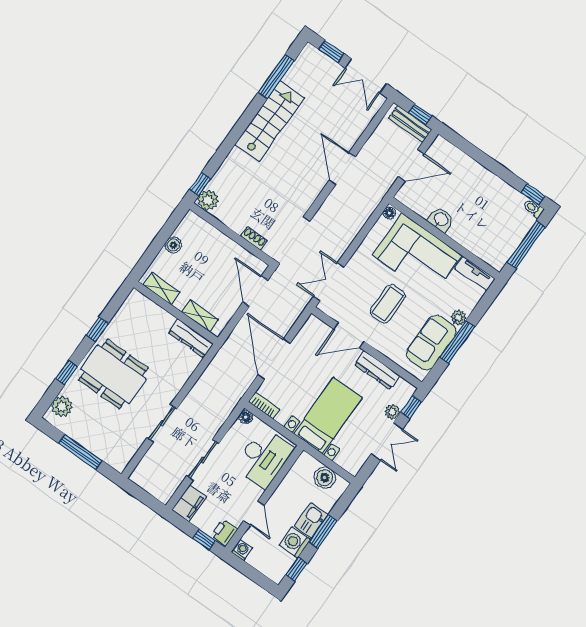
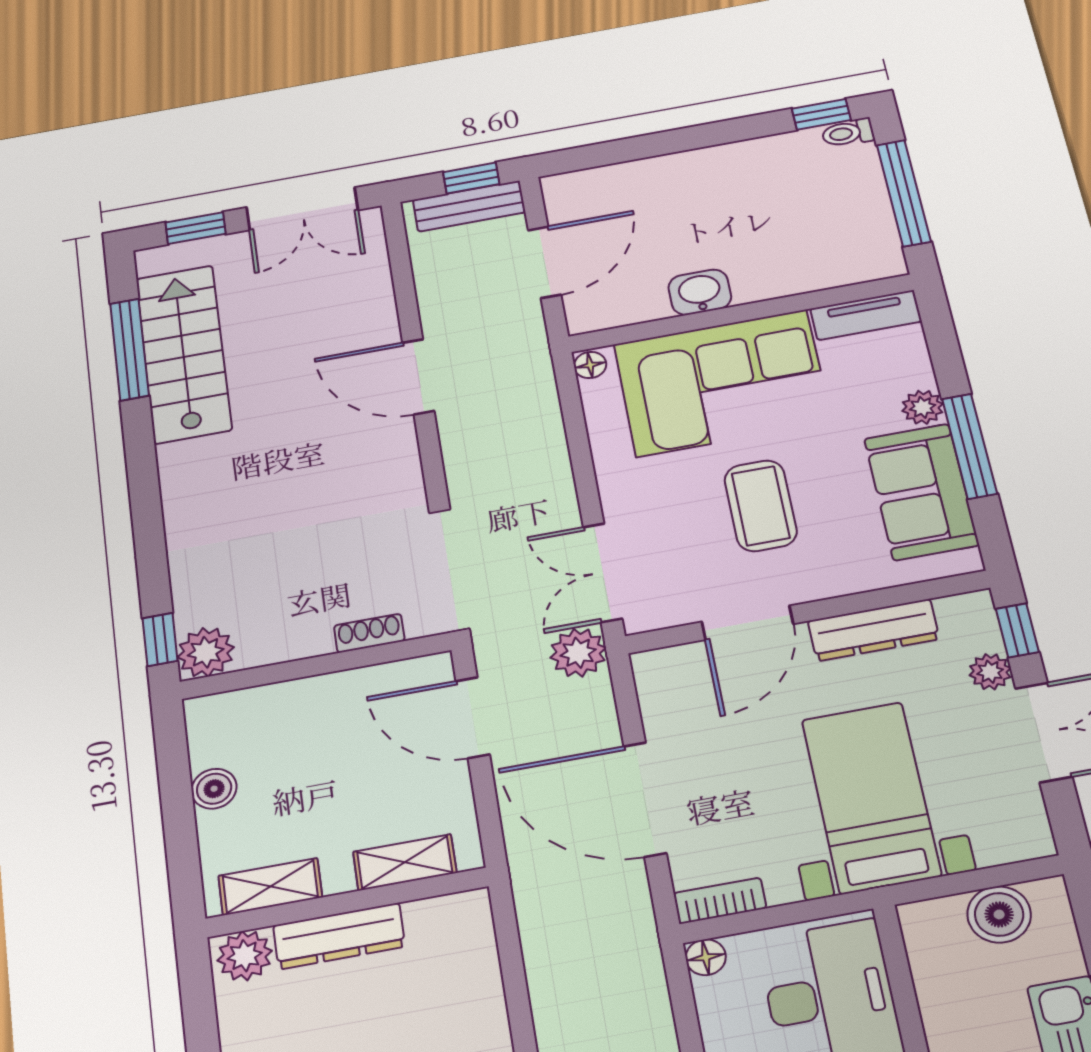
stairs: (270, 121) -> (183, 354), moved
plant: (299, 300) -> (578, 653), added
plant: (138, 302) -> (245, 956), added
dresser: (191, 338) -> (339, 936), moved

